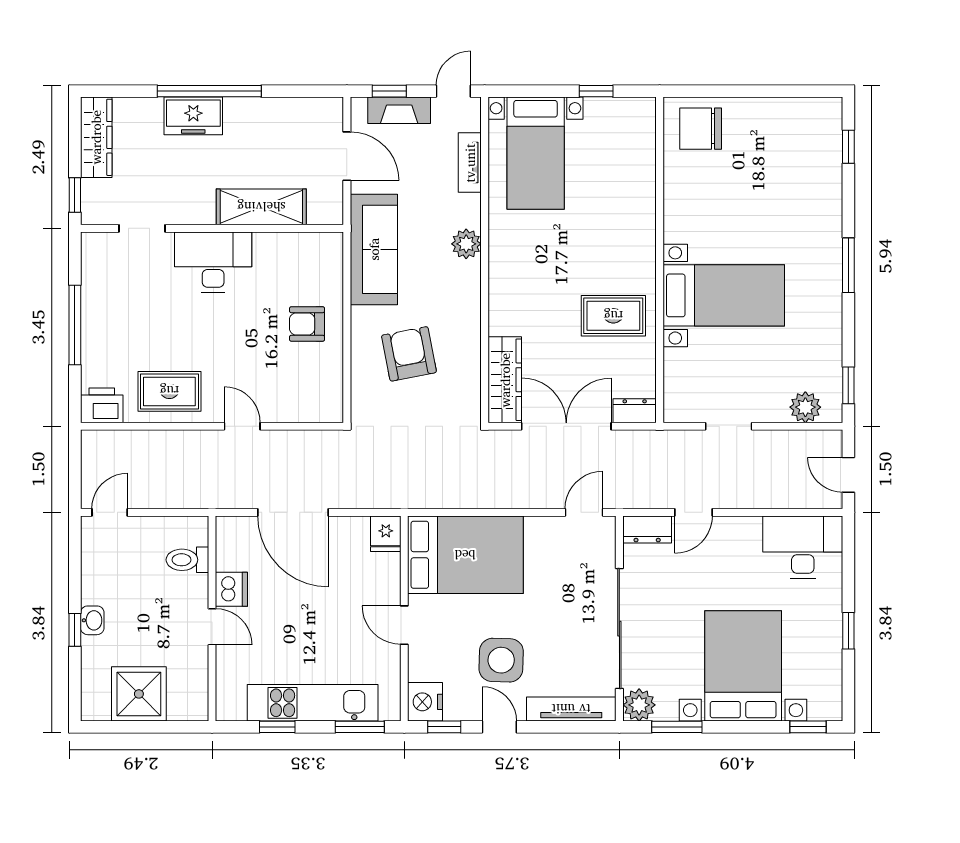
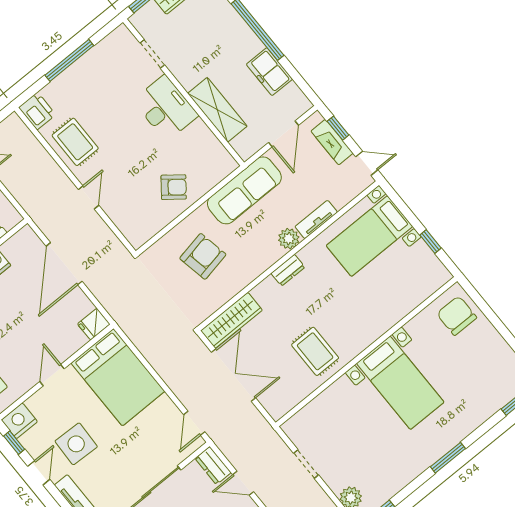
freezer: (193, 116) -> (269, 72), moved
tv unit: (470, 163) -> (316, 219), moved
bed with nightstands: (724, 295) -> (400, 383), moved
armchair: (307, 324) -> (174, 187), turned 128
dresser: (635, 411) -> (288, 270), moved, turned 90
door: (584, 512) -> (194, 423), swing flipped

